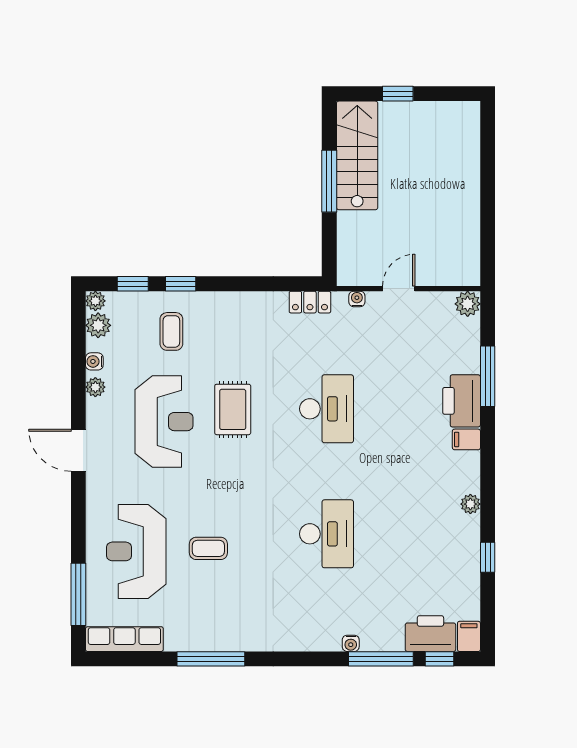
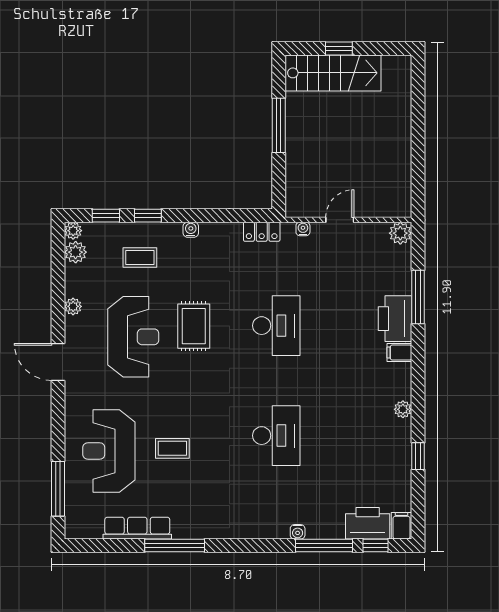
stairs: (357, 155) -> (333, 73), moved, turned 90
coffee table: (171, 331) -> (140, 258), turned 90
water cooler: (94, 361) -> (191, 230), moved, turned 90
row of seats: (124, 639) -> (137, 528), moved

